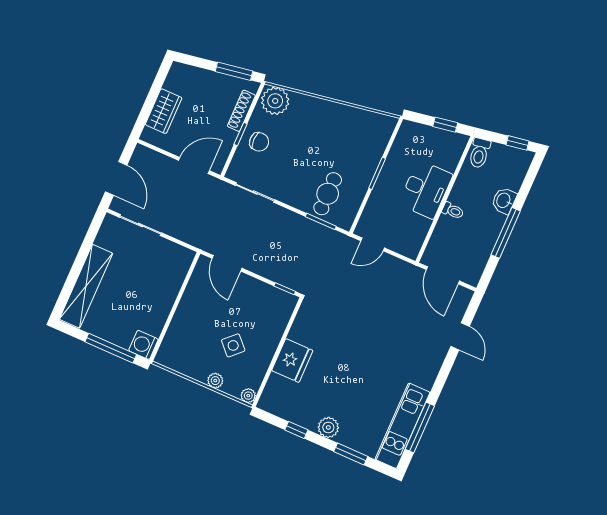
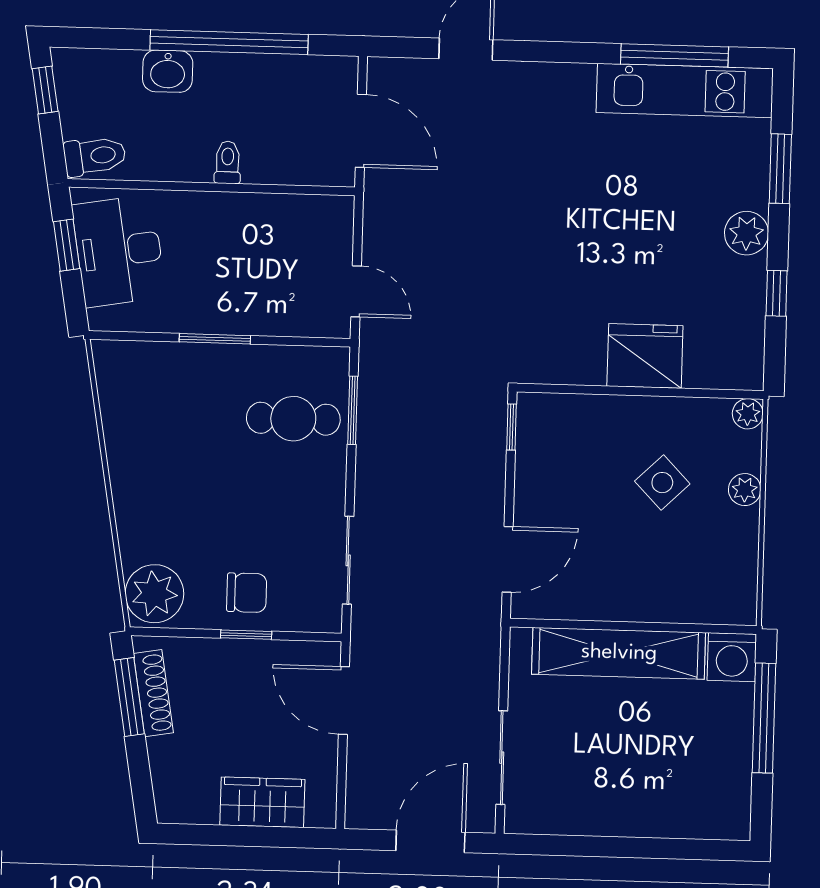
shoe rack: (241, 111) -> (153, 693), moved, turned -100
chair: (259, 142) -> (247, 593), turned 90
desk: (426, 189) -> (119, 251), moved, turned -100
window: (506, 233) -> (229, 42), width x1.46
door: (443, 275) -> (361, 131), hinge flipped
shelving: (86, 286) -> (619, 653), moved

